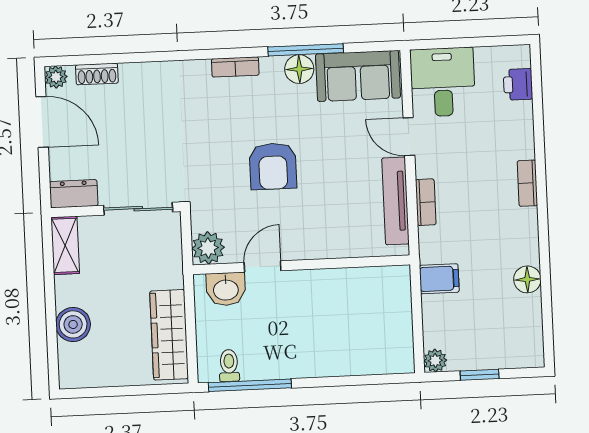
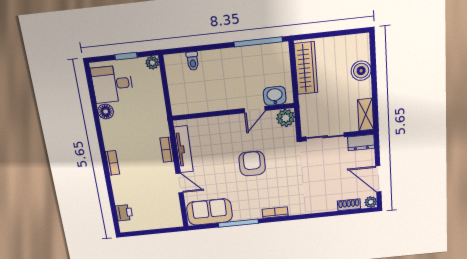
floor lamp: (299, 69) -> (241, 213), removed
desk: (443, 82) -> (112, 84), moved, turned 90
filing cabinet: (439, 279) -> (155, 109), removed
toilet: (229, 366) -> (193, 61), moved

